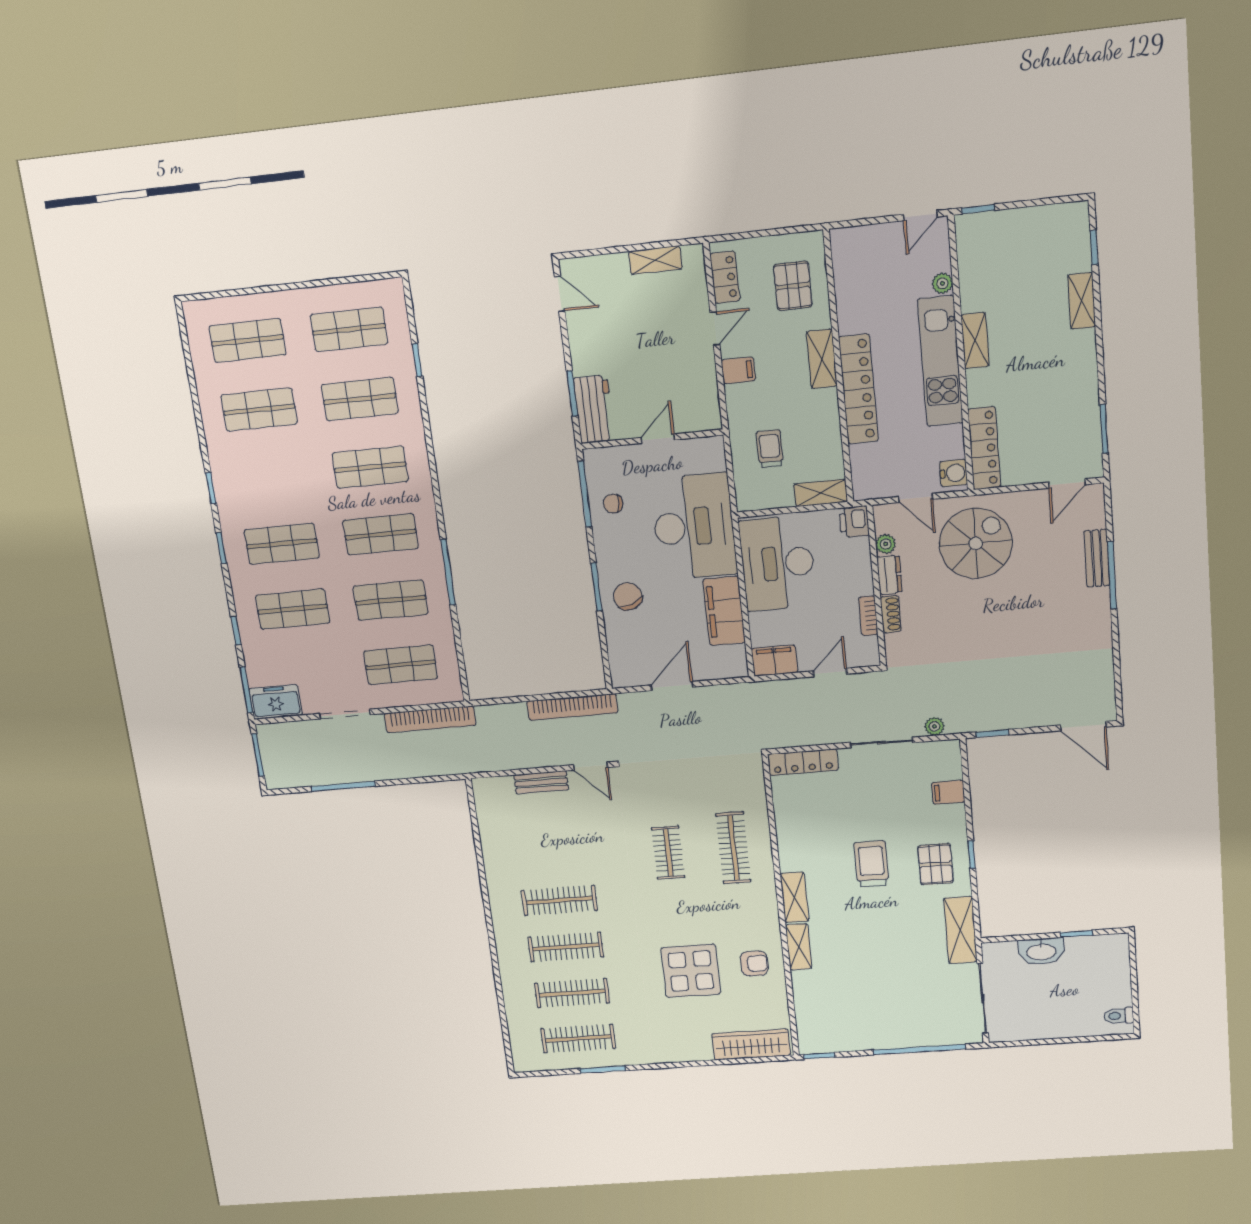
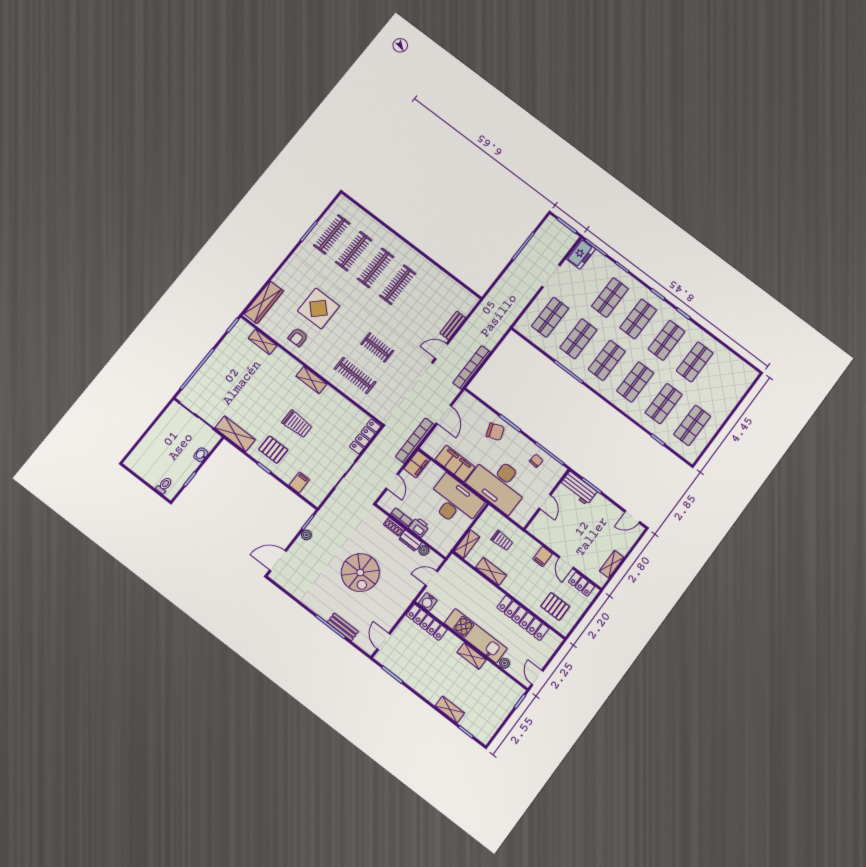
shop shelf: (248, 340) -> (666, 340), moved
shelving: (822, 359) -> (491, 571), moved
locker: (858, 389) -> (523, 618), moved
printer: (854, 522) -> (419, 527), moved
spiral stairs: (976, 543) -> (360, 573), moved
bookcase: (430, 719) -> (415, 441), moved
plant: (934, 726) -> (306, 535), moved
shelving: (799, 947) -> (263, 342), moved
washbasin: (1041, 951) -> (201, 455), width x0.52, depth x0.69
toilet: (1119, 1016) -> (164, 485), moved

